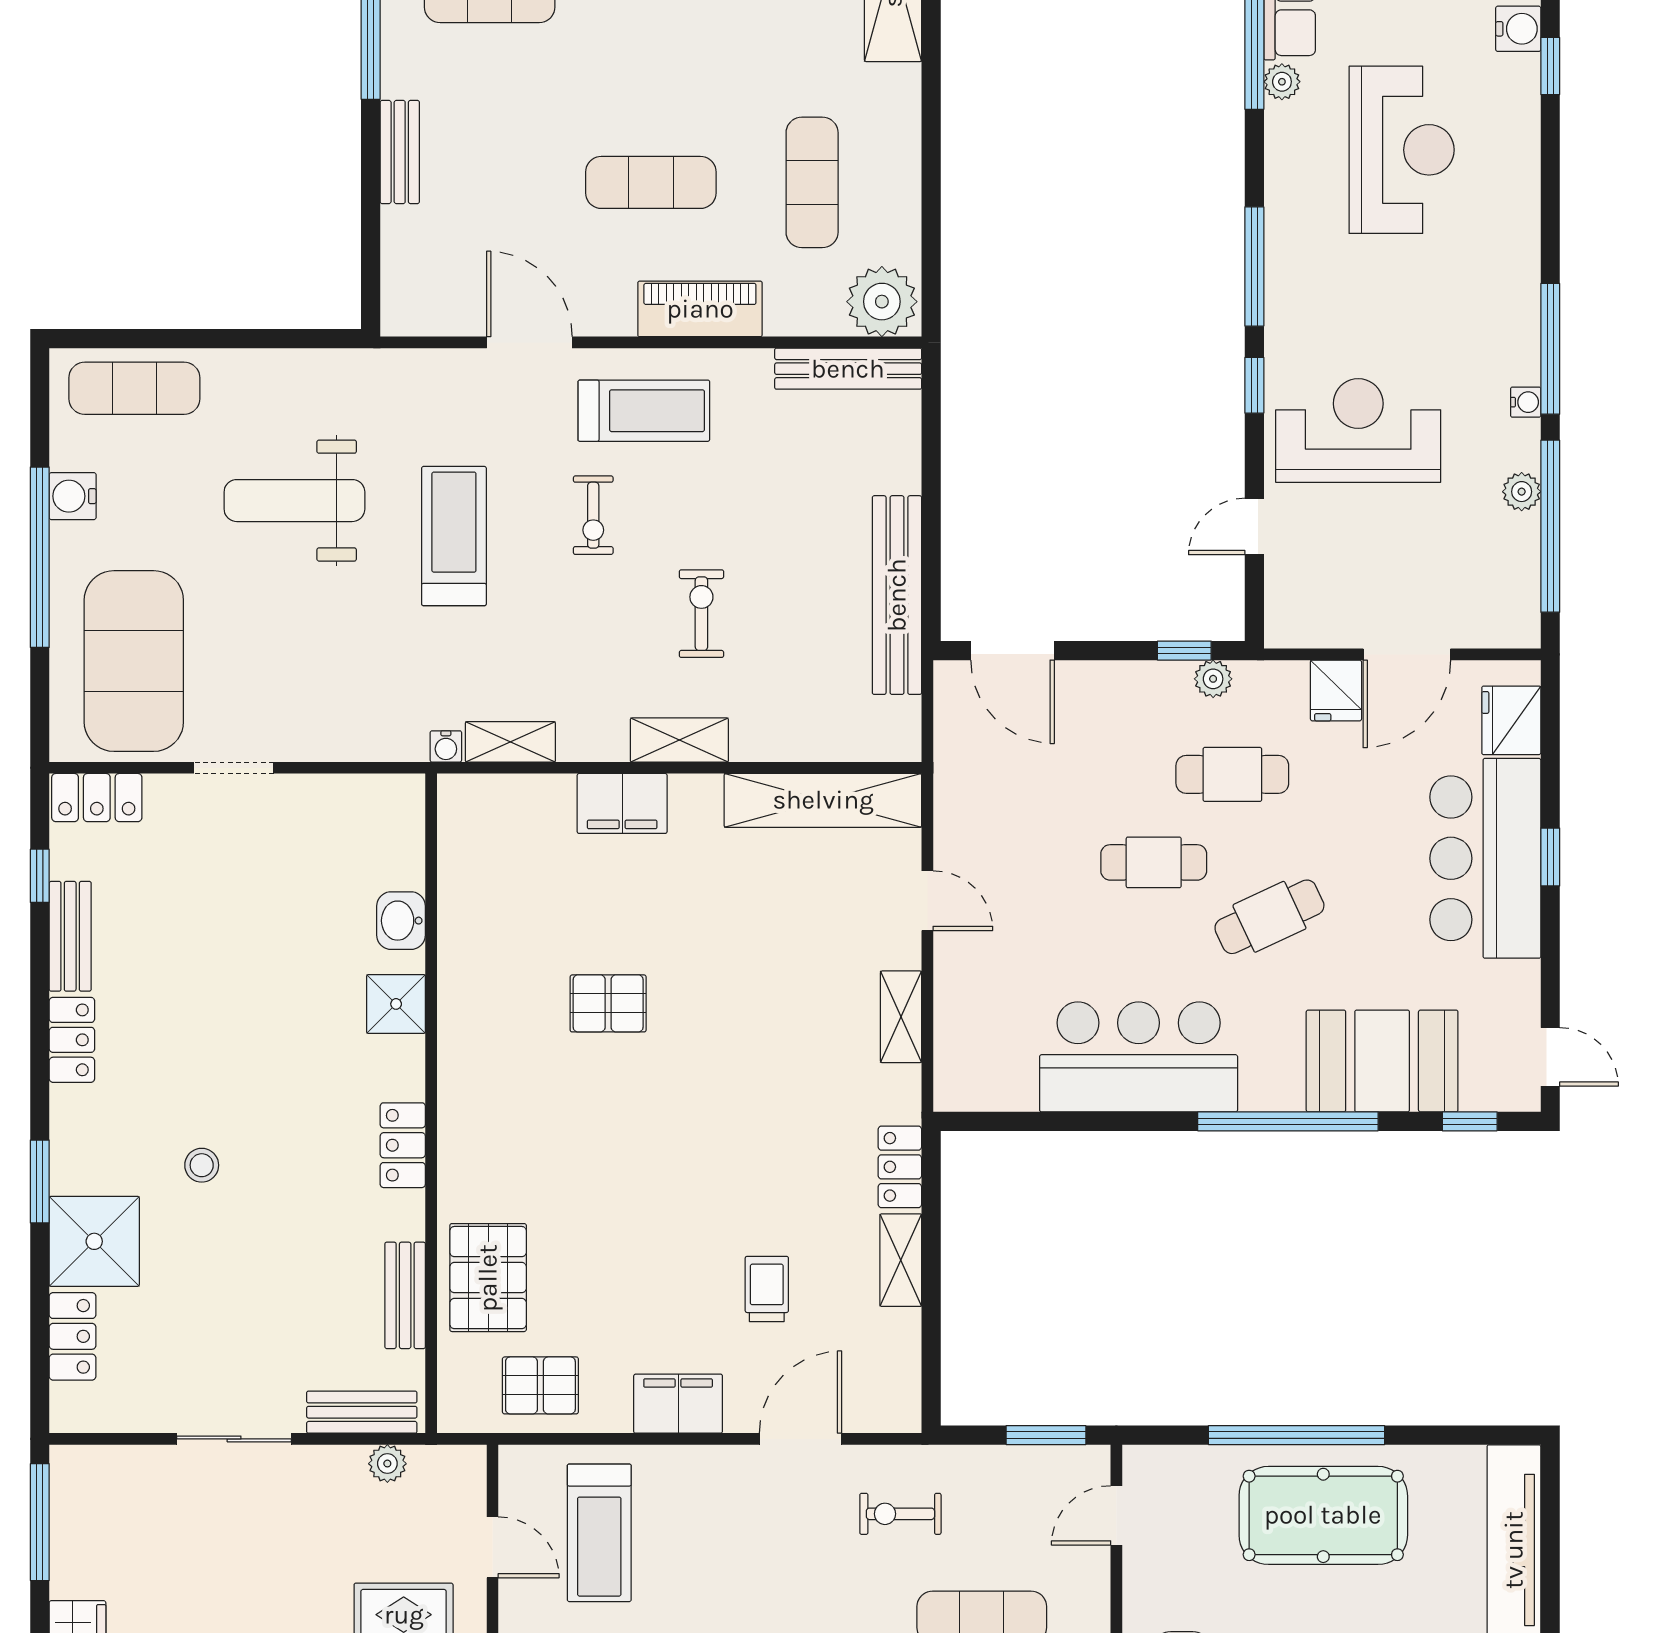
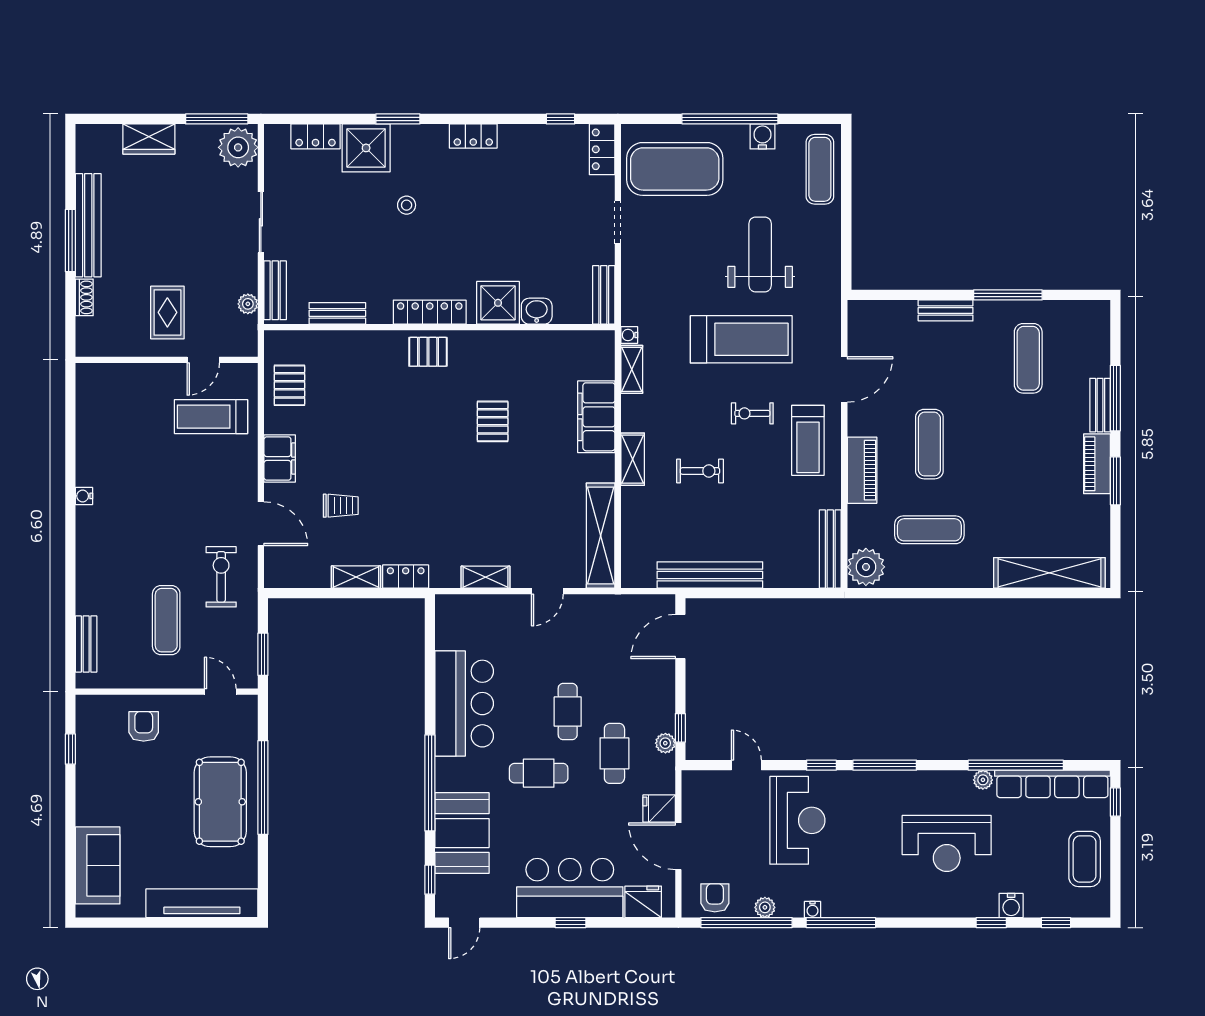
treadmill: (454, 536) -> (741, 339), width x1.37, depth x1.38
armchair: (1504, 586) -> (715, 898), added
filing cabinet: (622, 803) -> (596, 417), width x1.50, depth x1.17
cafe table: (1269, 917) -> (539, 773), turned -65
bench: (70, 936) -> (604, 295), moved, turned 90
shower: (396, 1004) -> (498, 303), width x1.36, depth x1.36
locker: (403, 1145) -> (430, 312), width x1.53
pallet: (488, 1278) -> (428, 352), moved, width x0.67, depth x0.71
plant: (93, 1482) -> (238, 147), added
exercise bike: (900, 1514) -> (221, 577), width x1.38, depth x1.39

